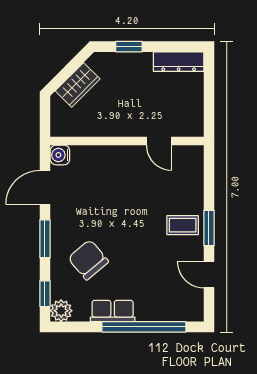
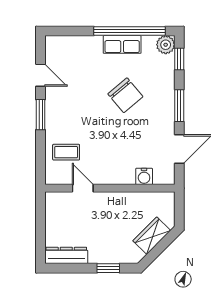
water cooler: (60, 155) -> (144, 176), moved, turned 90
coffee table: (183, 225) -> (66, 152), moved
chair: (88, 260) -> (125, 95), moved
window: (144, 327) -> (130, 31), moved

